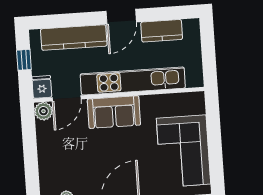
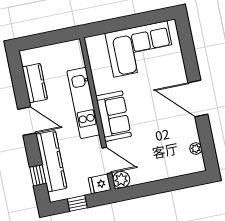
window: (60, 21) -> (38, 175), added
kitchen unit: (133, 81) -> (83, 103), width x0.73

